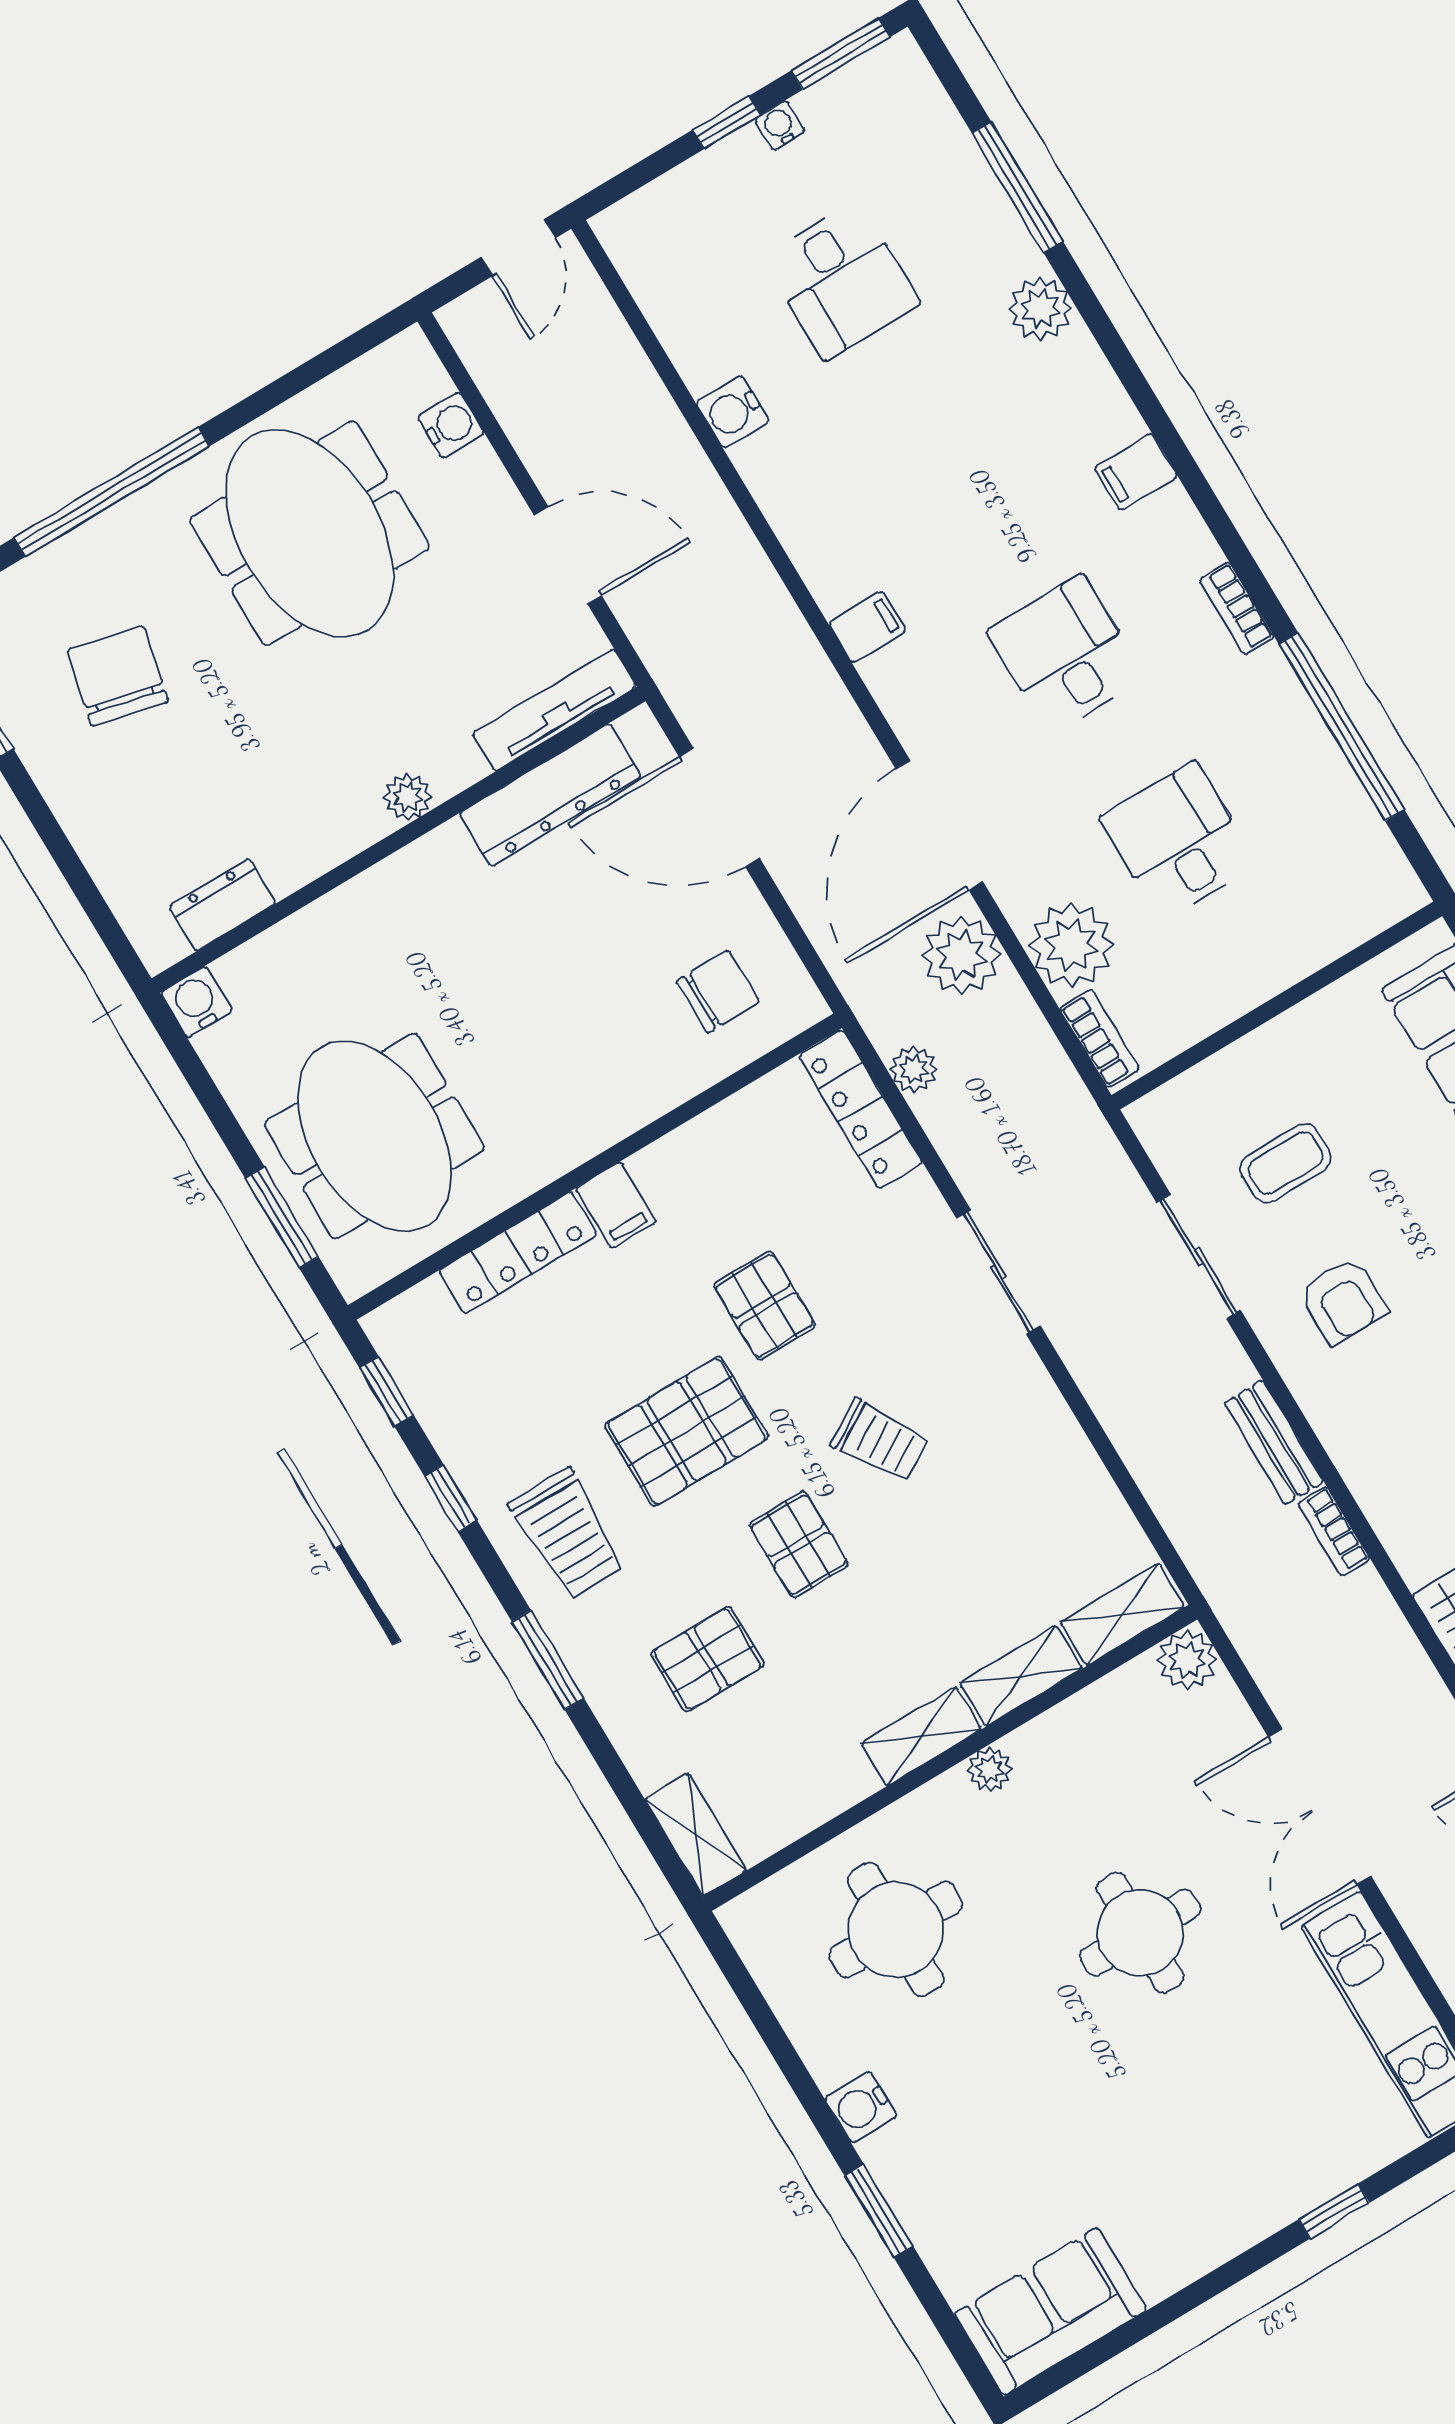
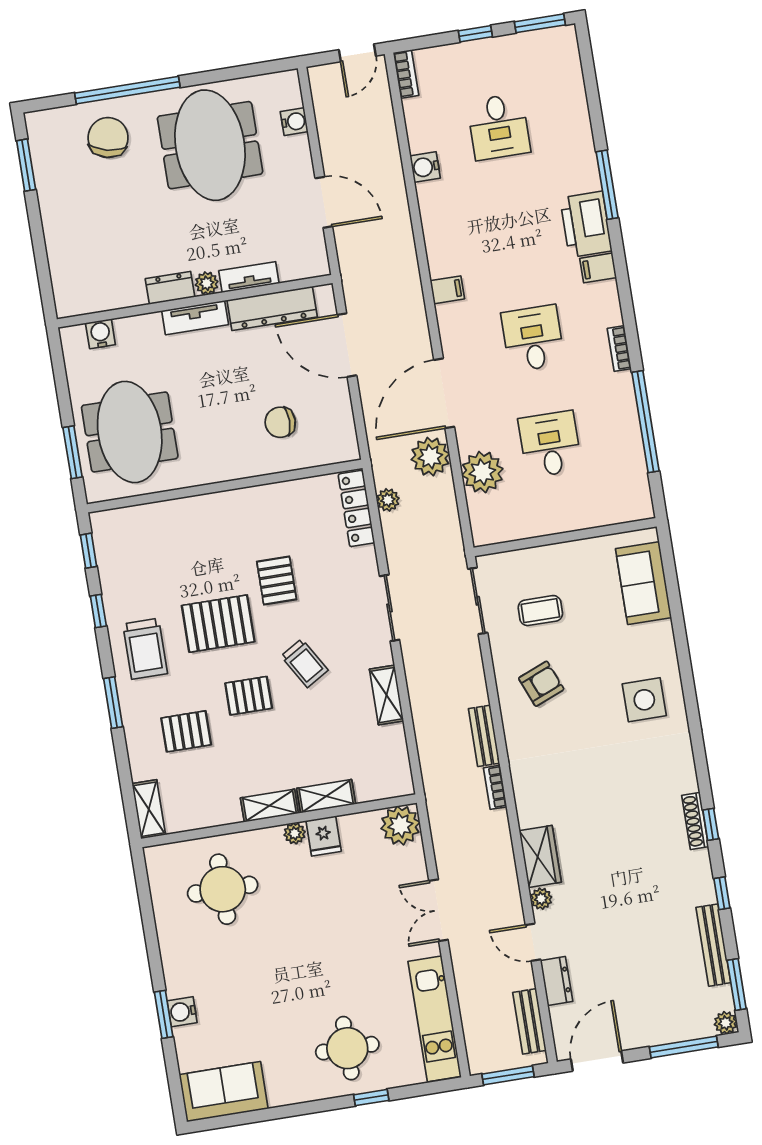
water cooler: (780, 125) -> (499, 45), removed
window: (1018, 187) -> (607, 185), moved
plant: (1040, 309) -> (584, 176), removed
printer: (1080, 399) -> (586, 224), added
chair: (118, 676) -> (108, 138), moved
tv unit: (554, 710) -> (249, 277), moved, width x0.71
tv unit: (412, 871) -> (195, 318), added
dresser: (223, 905) -> (170, 288), moved
chair: (718, 991) -> (280, 422), moved, turned 180
water cooler: (197, 1002) -> (100, 334), moved
bookcase: (1099, 1039) -> (406, 74), moved
filing cabinet: (616, 1205) -> (227, 508), removed
locker: (518, 1253) -> (174, 511), removed
sliding door: (1199, 1257) -> (478, 601), moved
armchair: (1343, 1301) -> (541, 684), turned -112
pallet: (799, 1544) -> (249, 696), turned 90
shelving: (1122, 1614) -> (387, 695), moved, turned 90
plant: (1187, 1660) -> (400, 825), width x1.36, depth x1.36
fridge: (1046, 1753) -> (324, 836), added
double door: (1320, 1806) -> (438, 910), width x0.73
round table: (1140, 1933) -> (347, 1048), moved
water cooler: (861, 2107) -> (182, 1012), moved

